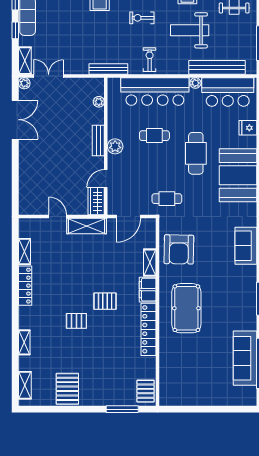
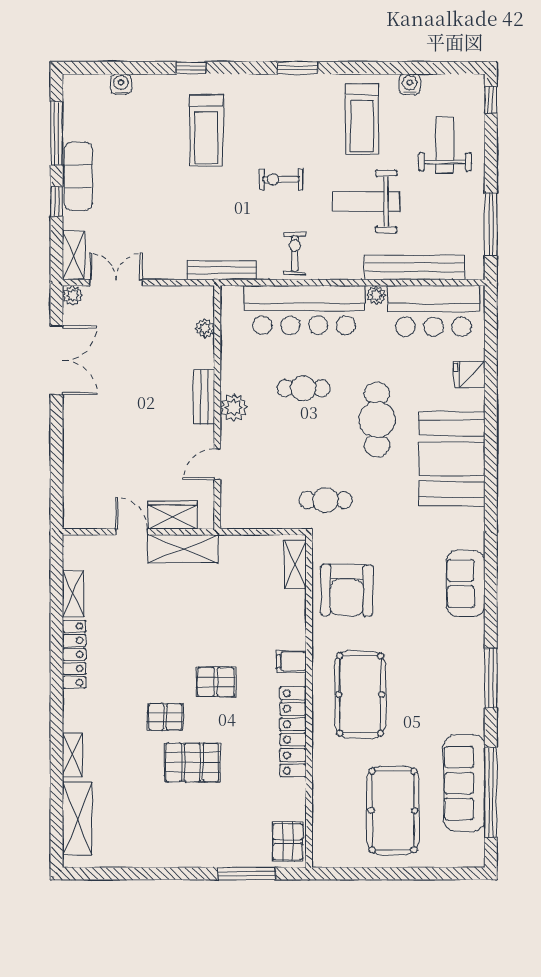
wardrobe: (96, 201) -> (172, 515), moved, turned 90
door: (128, 217) -> (257, 532), removed
shelving: (150, 263) -> (295, 565), moved
filing cabinet: (148, 290) -> (291, 661), width x0.50
pool table: (205, 374) -> (393, 811), added
shelving: (25, 385) -> (77, 819), width x1.50, depth x1.33
pallet: (67, 389) -> (192, 762), moved, turned 90

